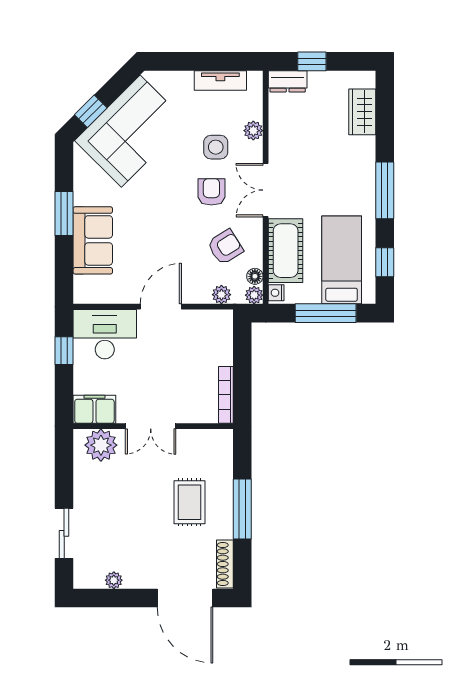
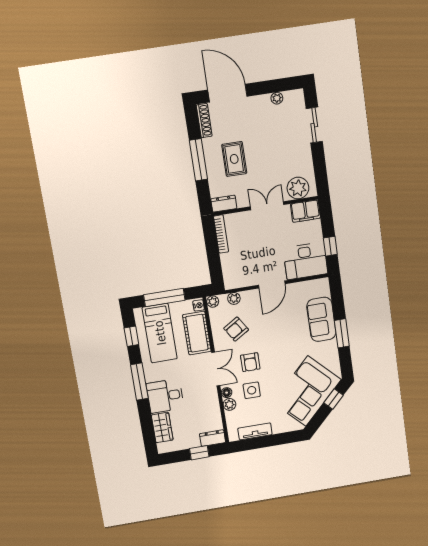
desk: (349, 161) -> (165, 396), added
floor lamp: (255, 276) -> (227, 393), moved
dresser: (215, 439) -> (224, 204), added

